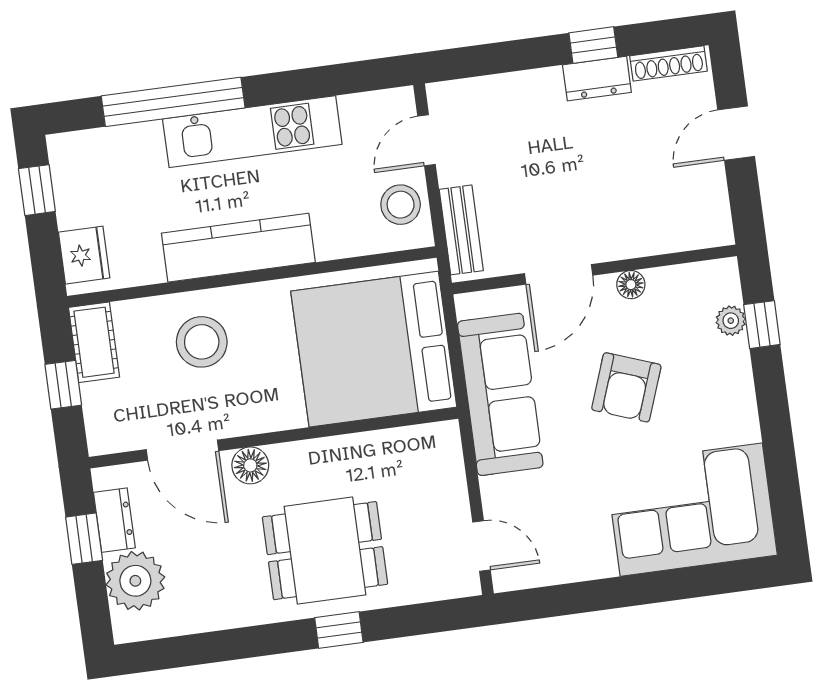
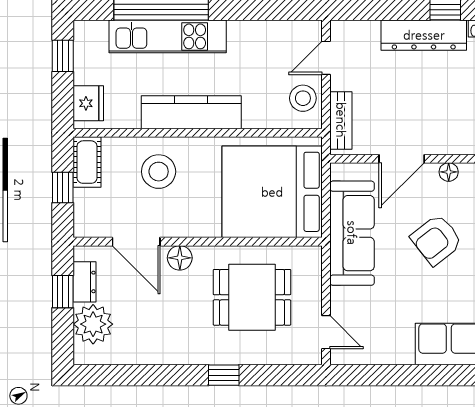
dresser: (597, 79) -> (424, 35), width x1.96, depth x1.24
kitchen unit: (252, 132) -> (168, 36), moved
armchair: (626, 387) -> (436, 240), turned 32
dining table: (325, 551) -> (252, 297), moved

